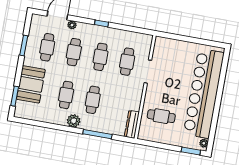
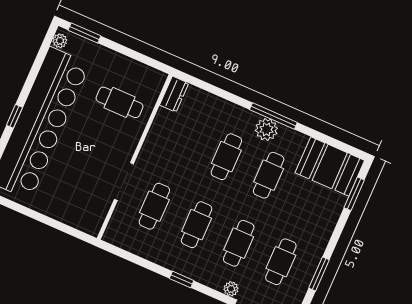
booth: (31, 84) -> (330, 167), moved, turned 90
window: (219, 94) -> (14, 116), added
dresser: (132, 124) -> (174, 94), width x0.70
window: (97, 134) -> (273, 116), moved

